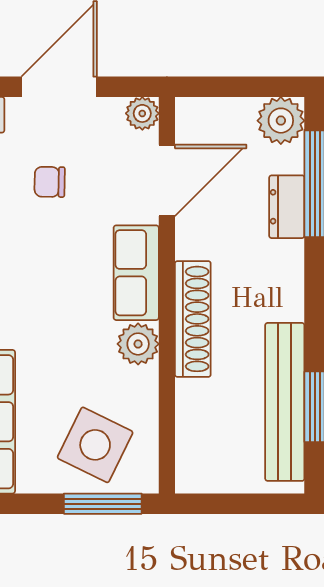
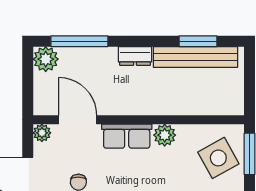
dresser: (287, 207) -> (135, 56), moved
shoe rack: (193, 319) -> (151, 106), removed
side table: (95, 445) -> (218, 158), turned 35

